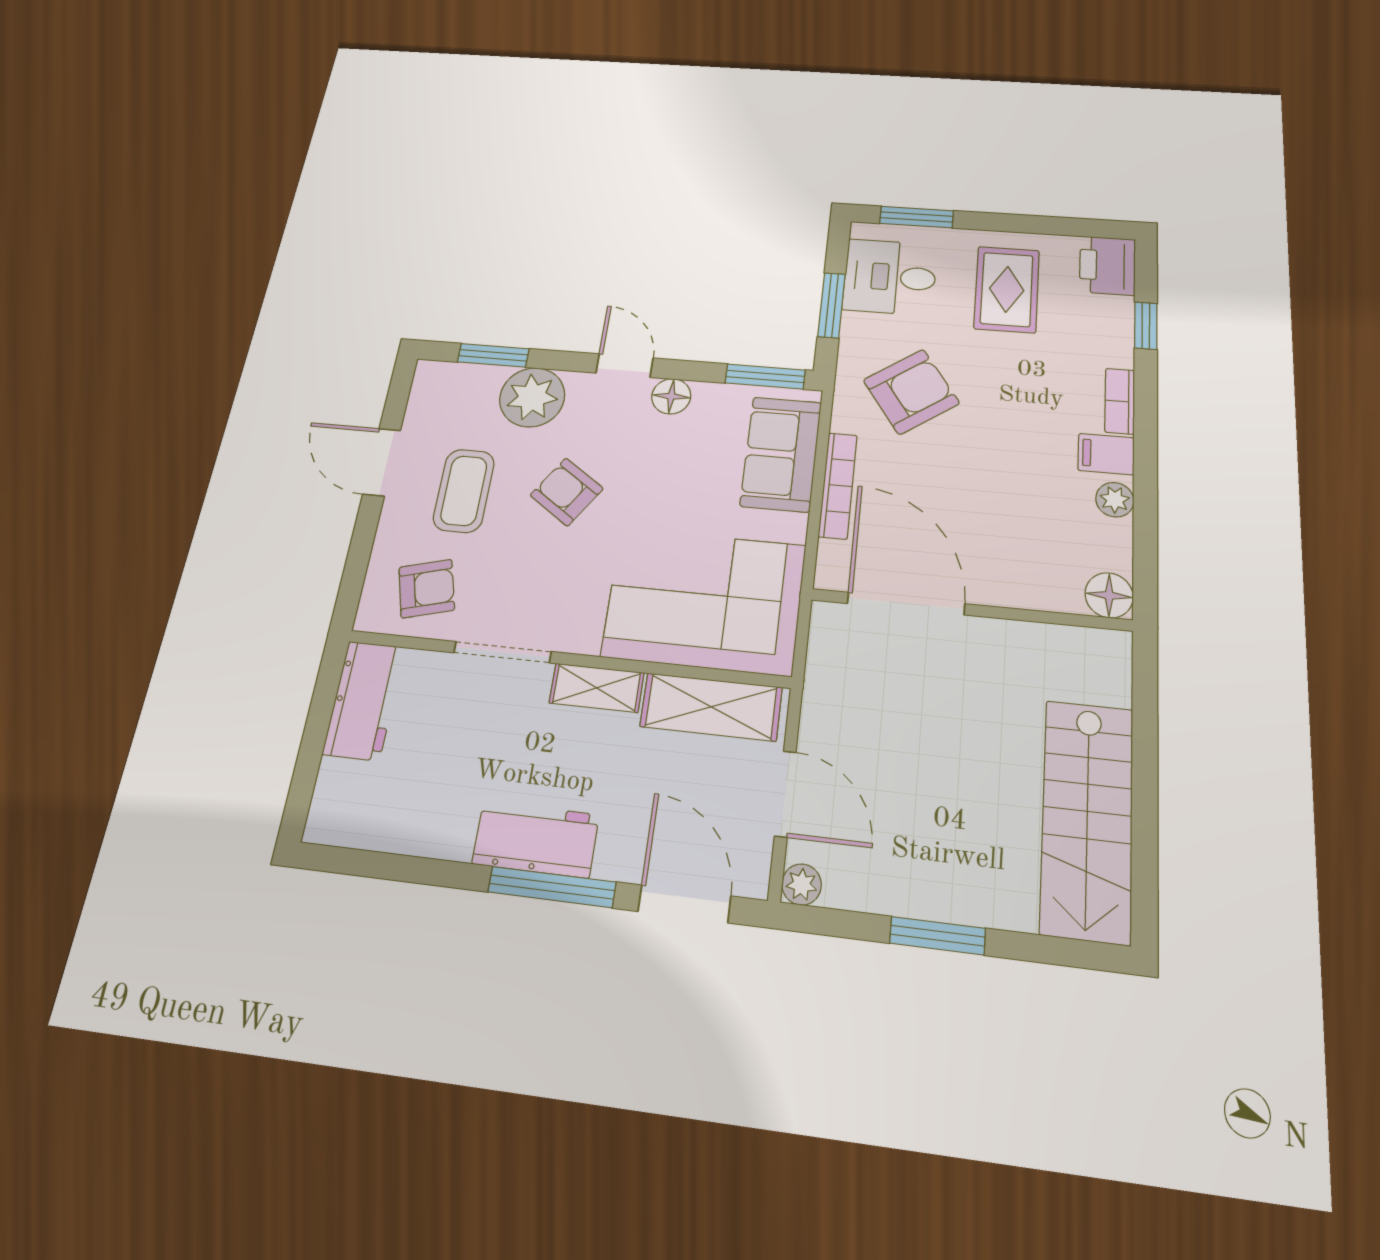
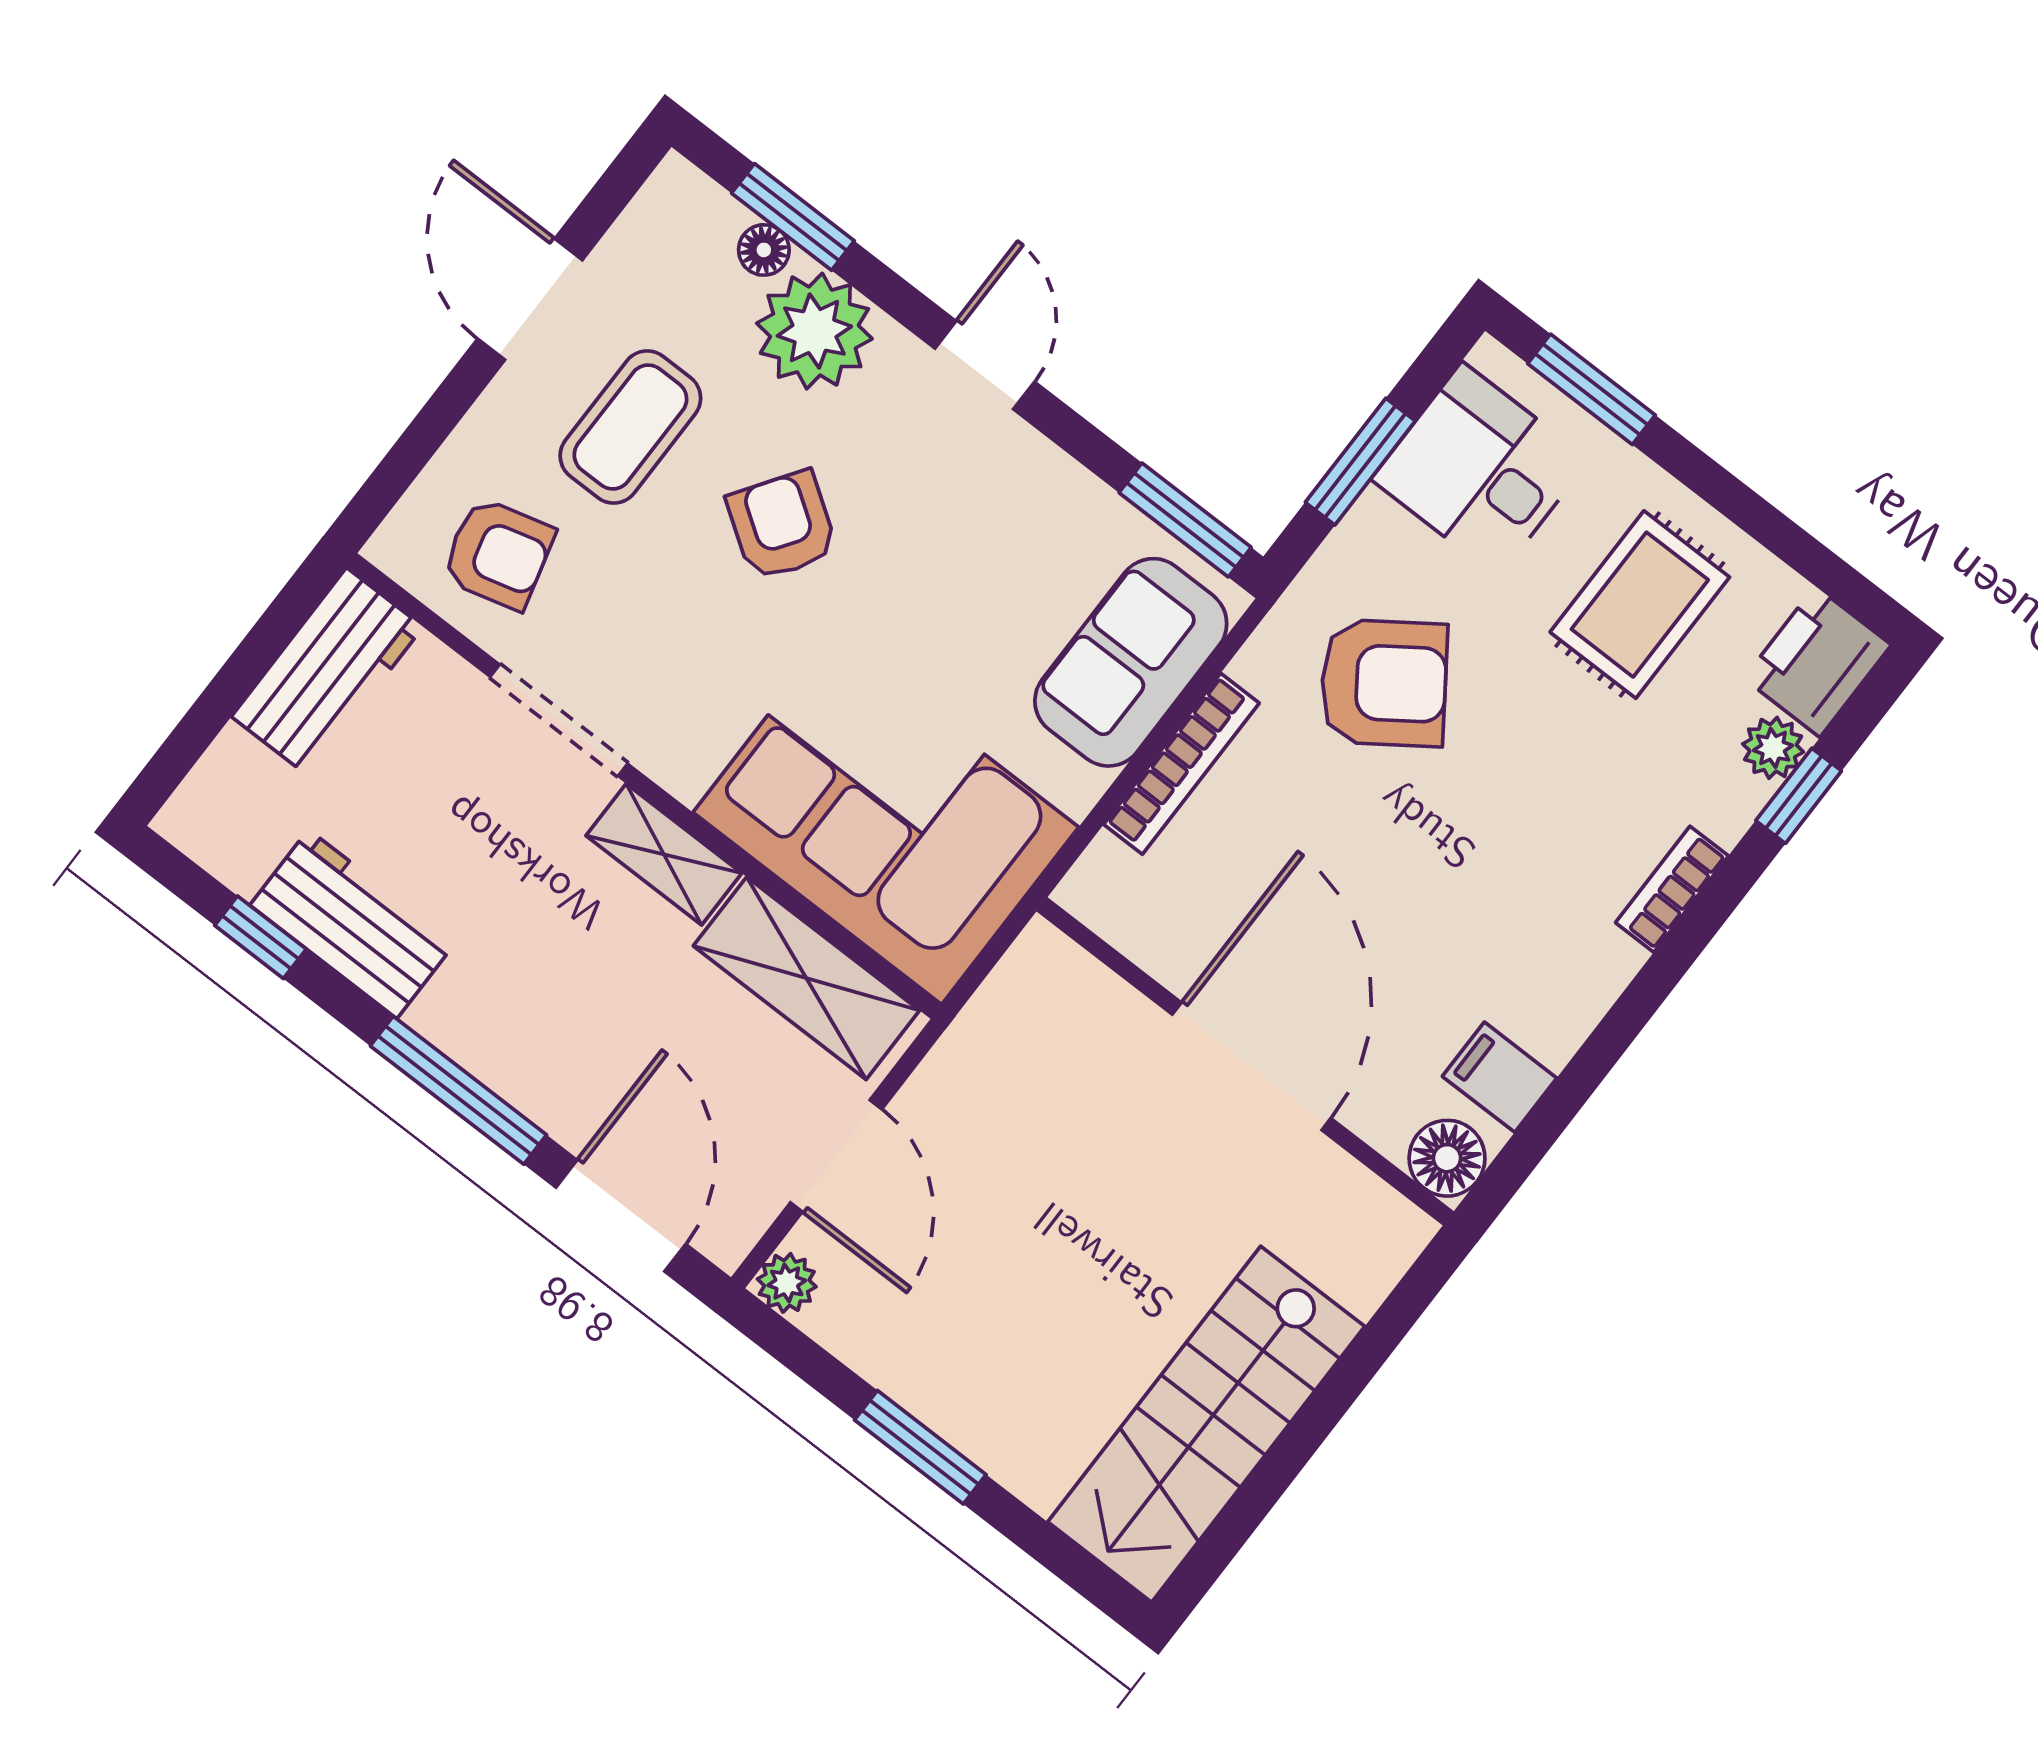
floor lamp: (671, 396) -> (764, 250), moved, width x0.73, depth x0.73
filing cabinet: (1106, 454) -> (1500, 1077), moved
plant: (1115, 500) -> (1773, 748), moved
door: (906, 604) -> (1252, 1066), moved
workbench: (536, 839) -> (353, 924), moved
window: (394, 867) -> (260, 937), added

